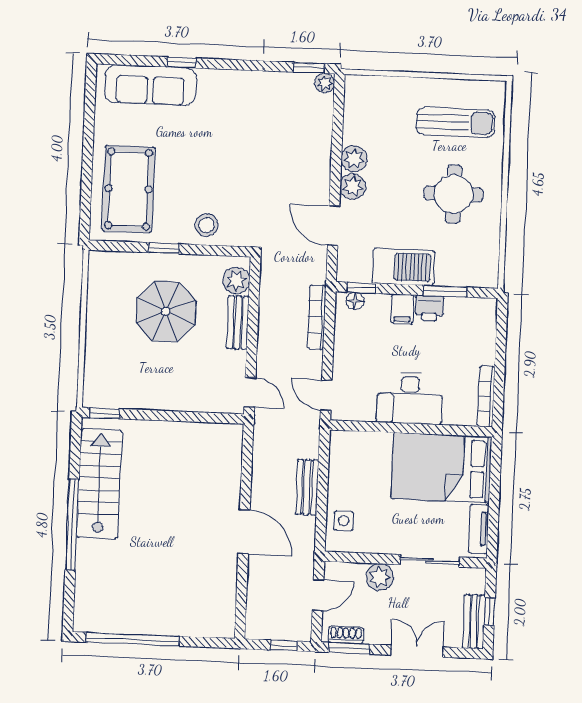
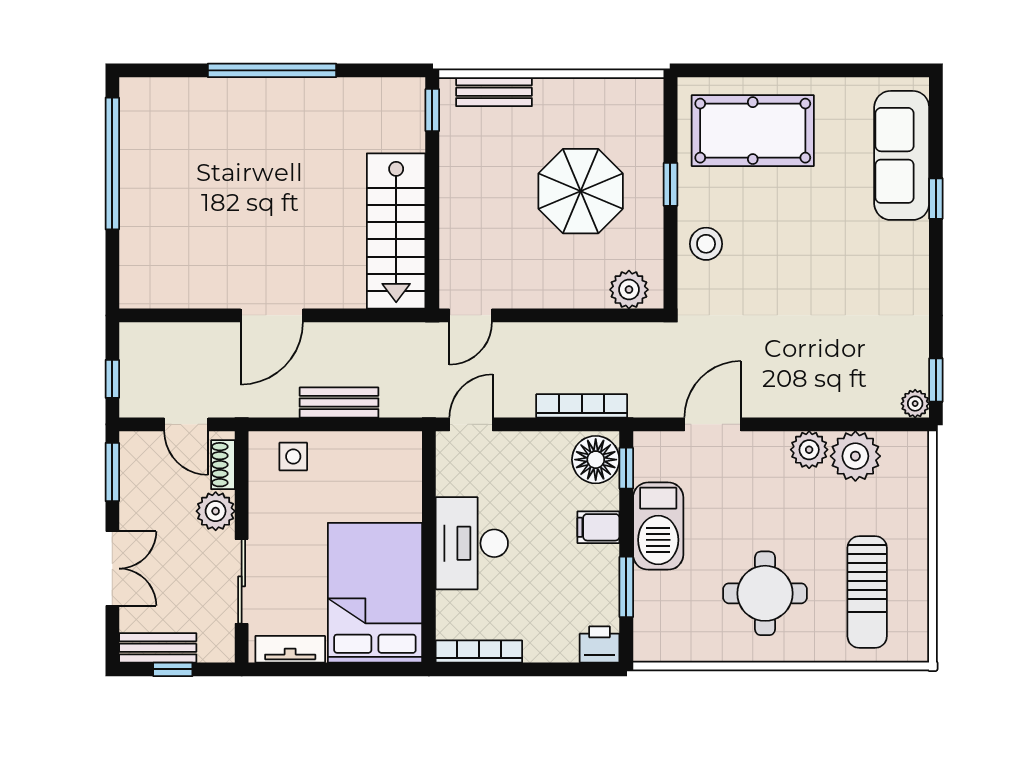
plant: (353, 187) -> (855, 456), moved, width x1.36, depth x1.36
floor lamp: (355, 301) -> (596, 460), width x1.89, depth x1.89
printer: (429, 308) -> (600, 645), moved, turned 90
bench: (238, 323) -> (494, 92), moved
stairs: (99, 484) -> (396, 231), moved, turned 90
shoe rack: (346, 635) -> (223, 465), moved, turned 180

